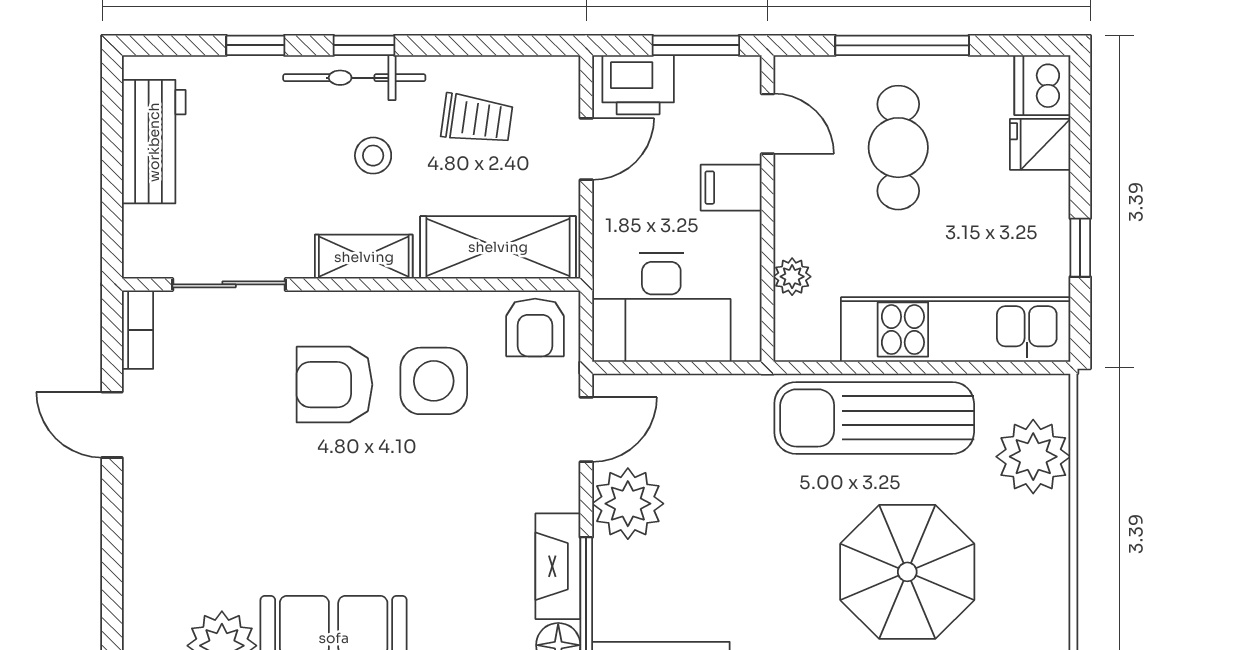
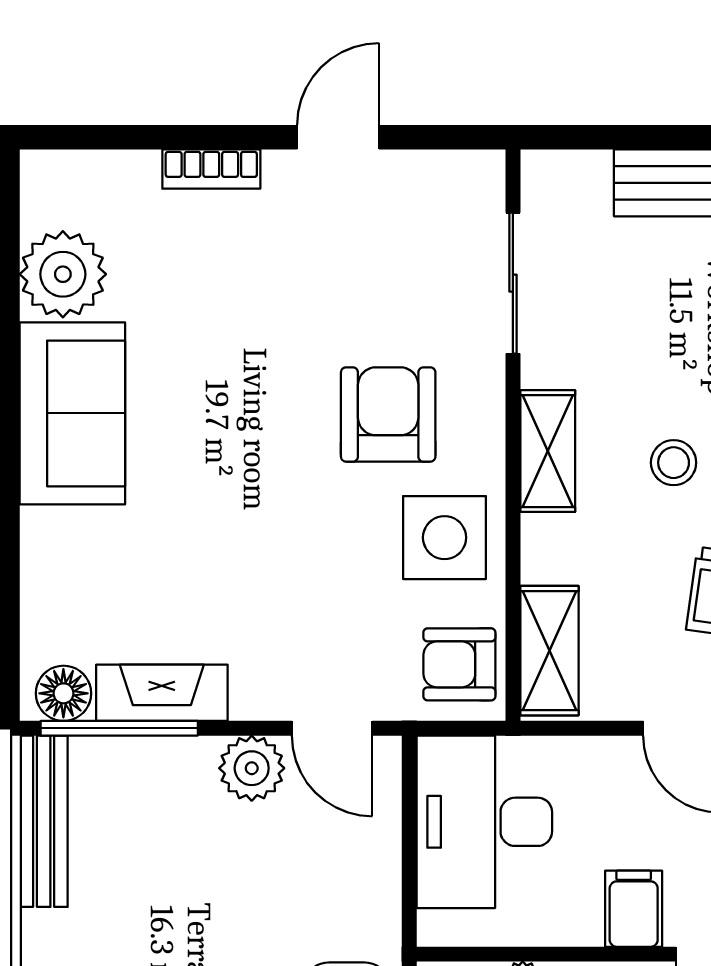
shelving: (498, 247) -> (549, 651), width x0.67, depth x0.75
bookcase: (138, 330) -> (211, 169), moved
side table: (434, 381) -> (445, 538), moved
plant: (628, 504) -> (252, 768), width x0.73, depth x0.73

